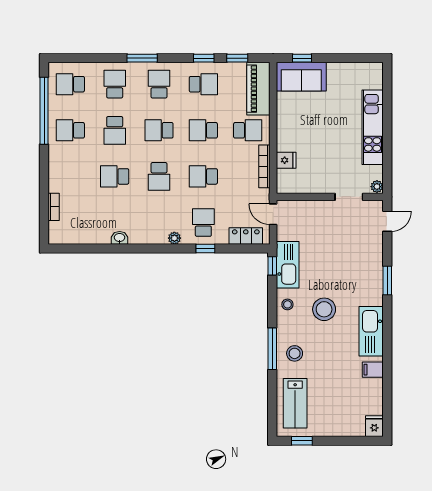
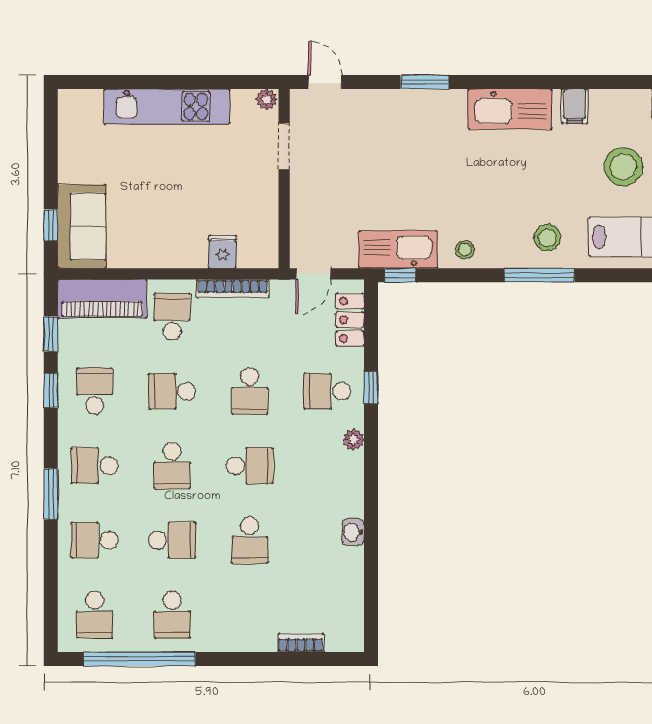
school desk: (203, 130) -> (172, 391), turned 90
stool: (324, 309) -> (623, 167), moved

